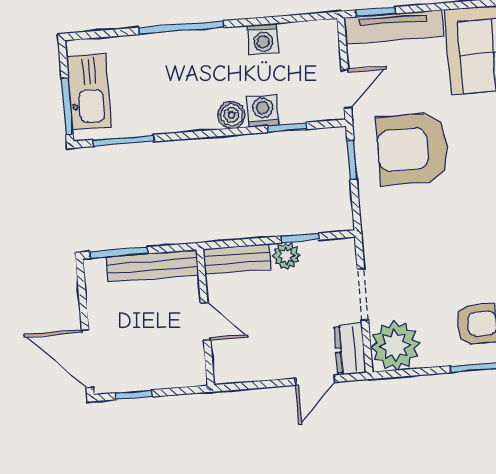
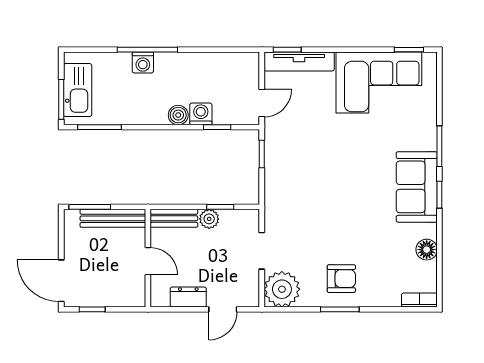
washing machine: (263, 39) -> (143, 62), moved
armchair: (413, 149) -> (306, 150), removed
dresser: (350, 349) -> (188, 297), moved, turned 90

